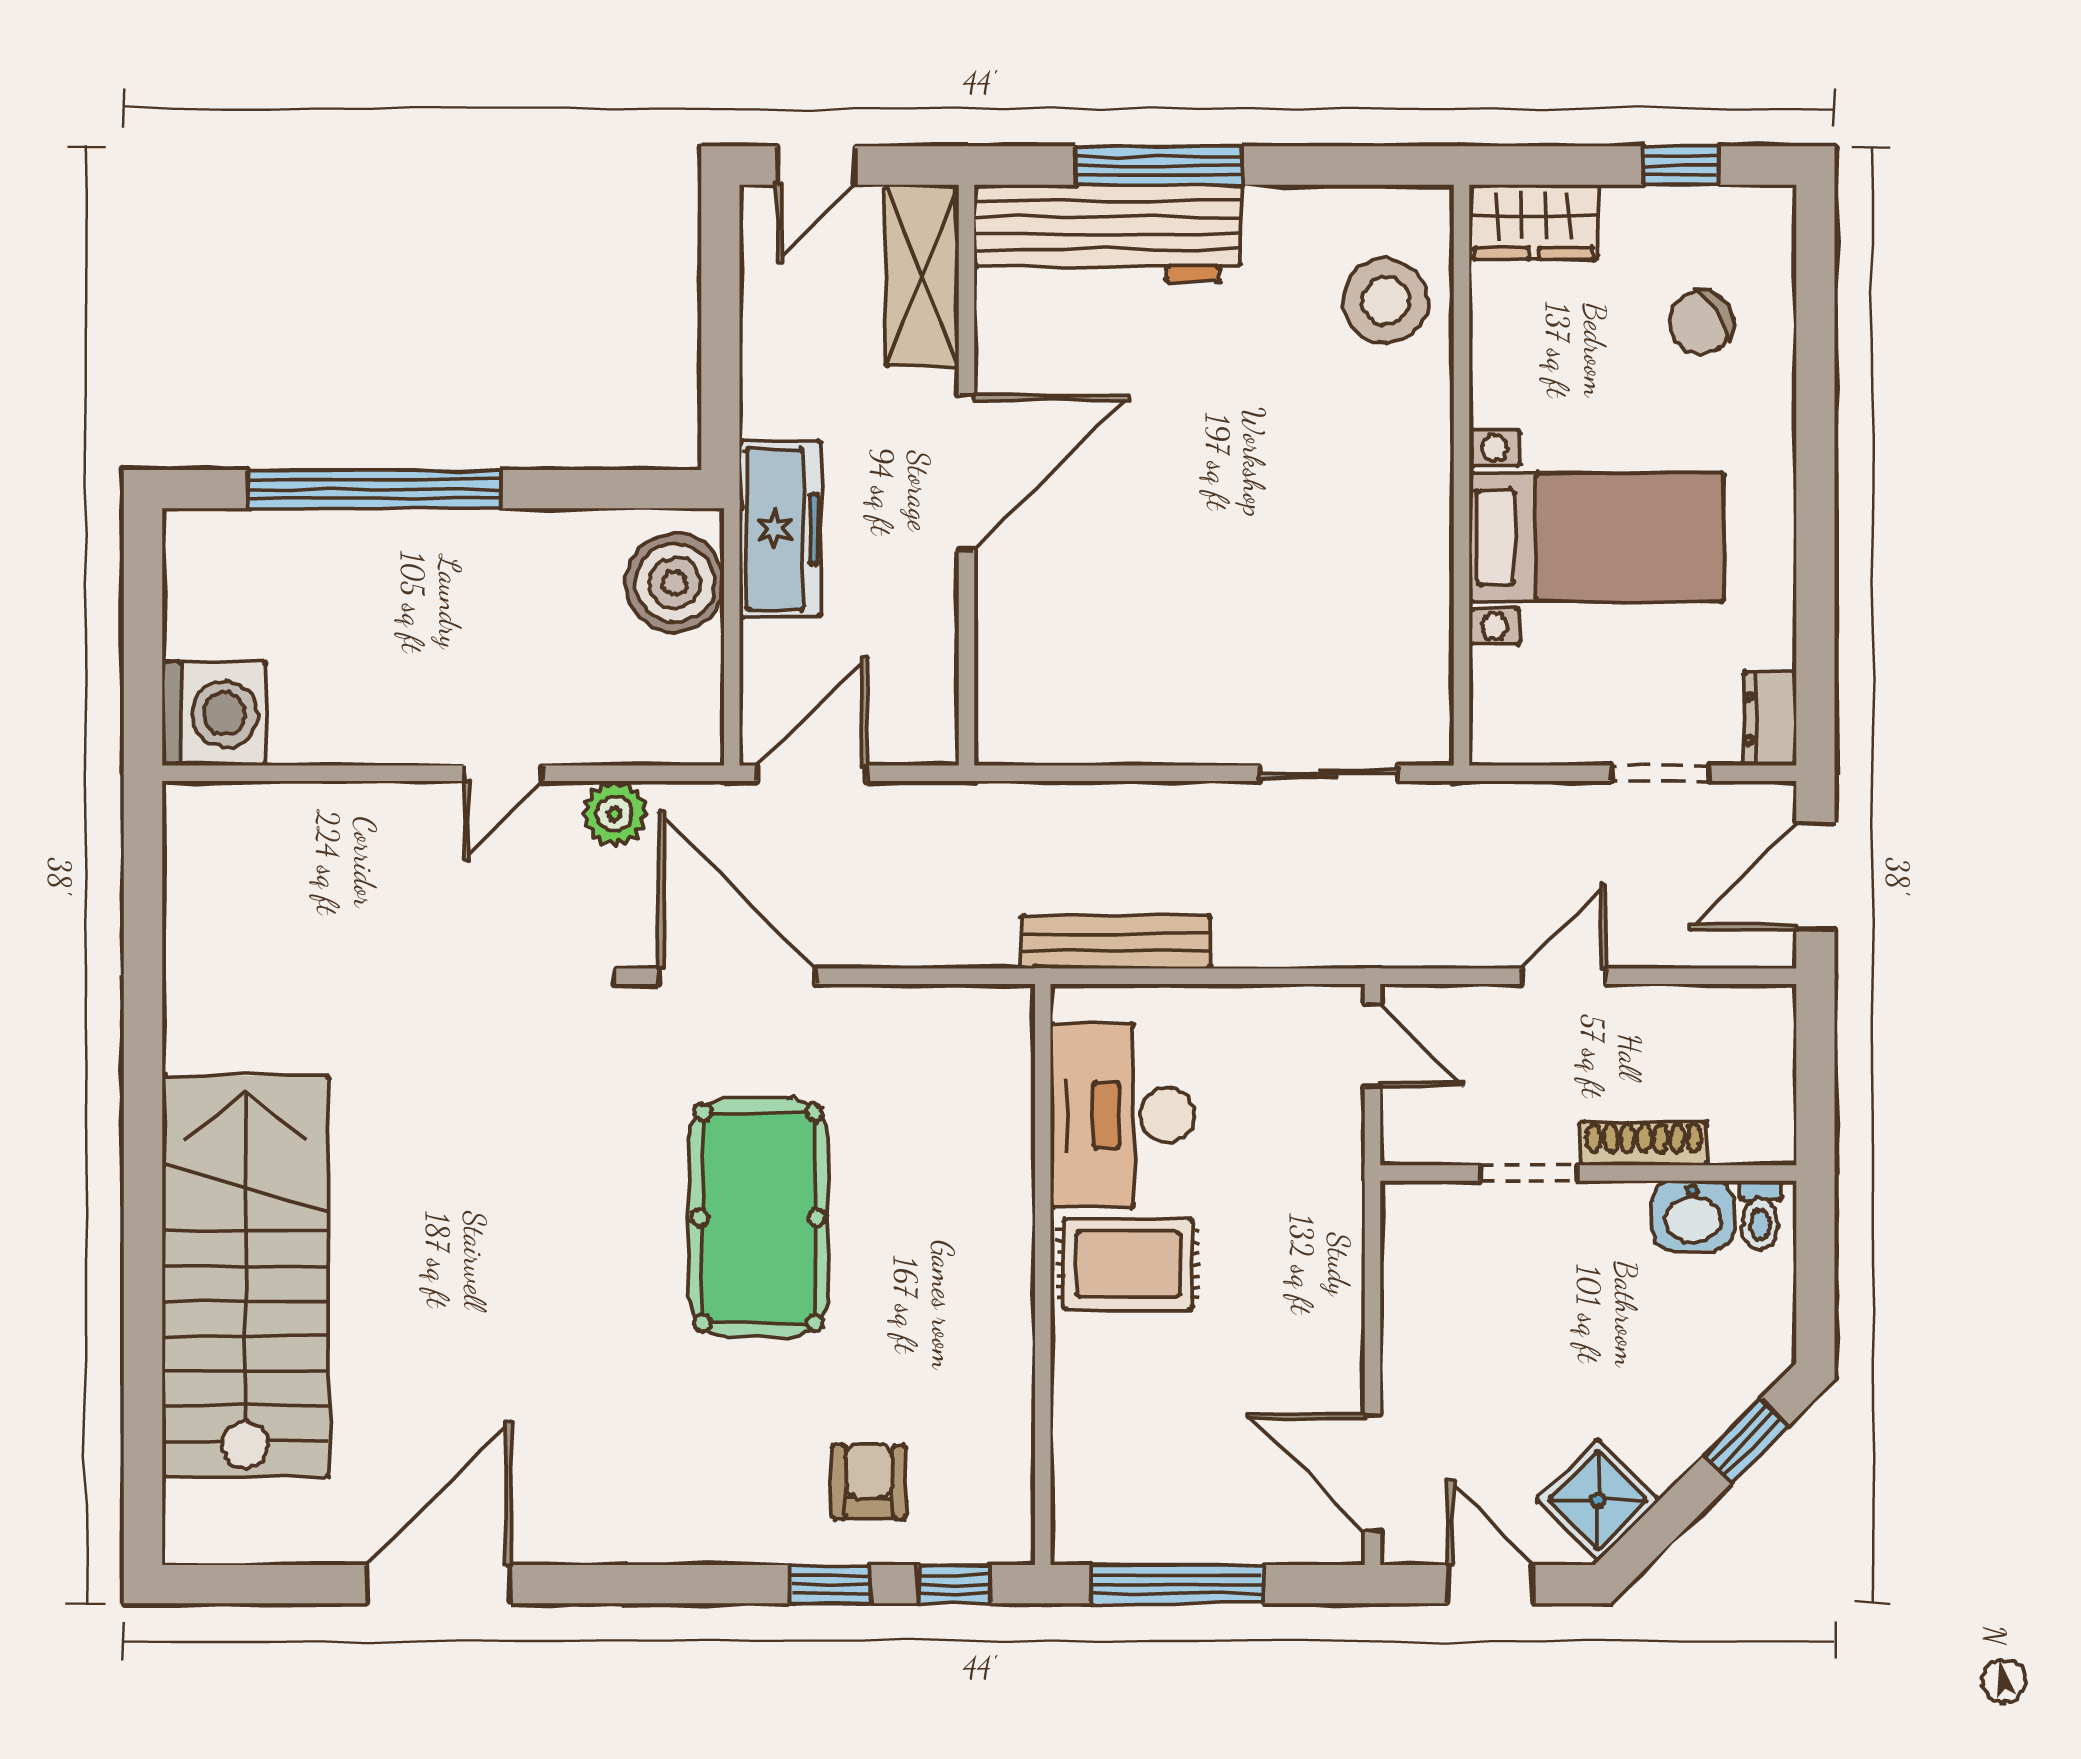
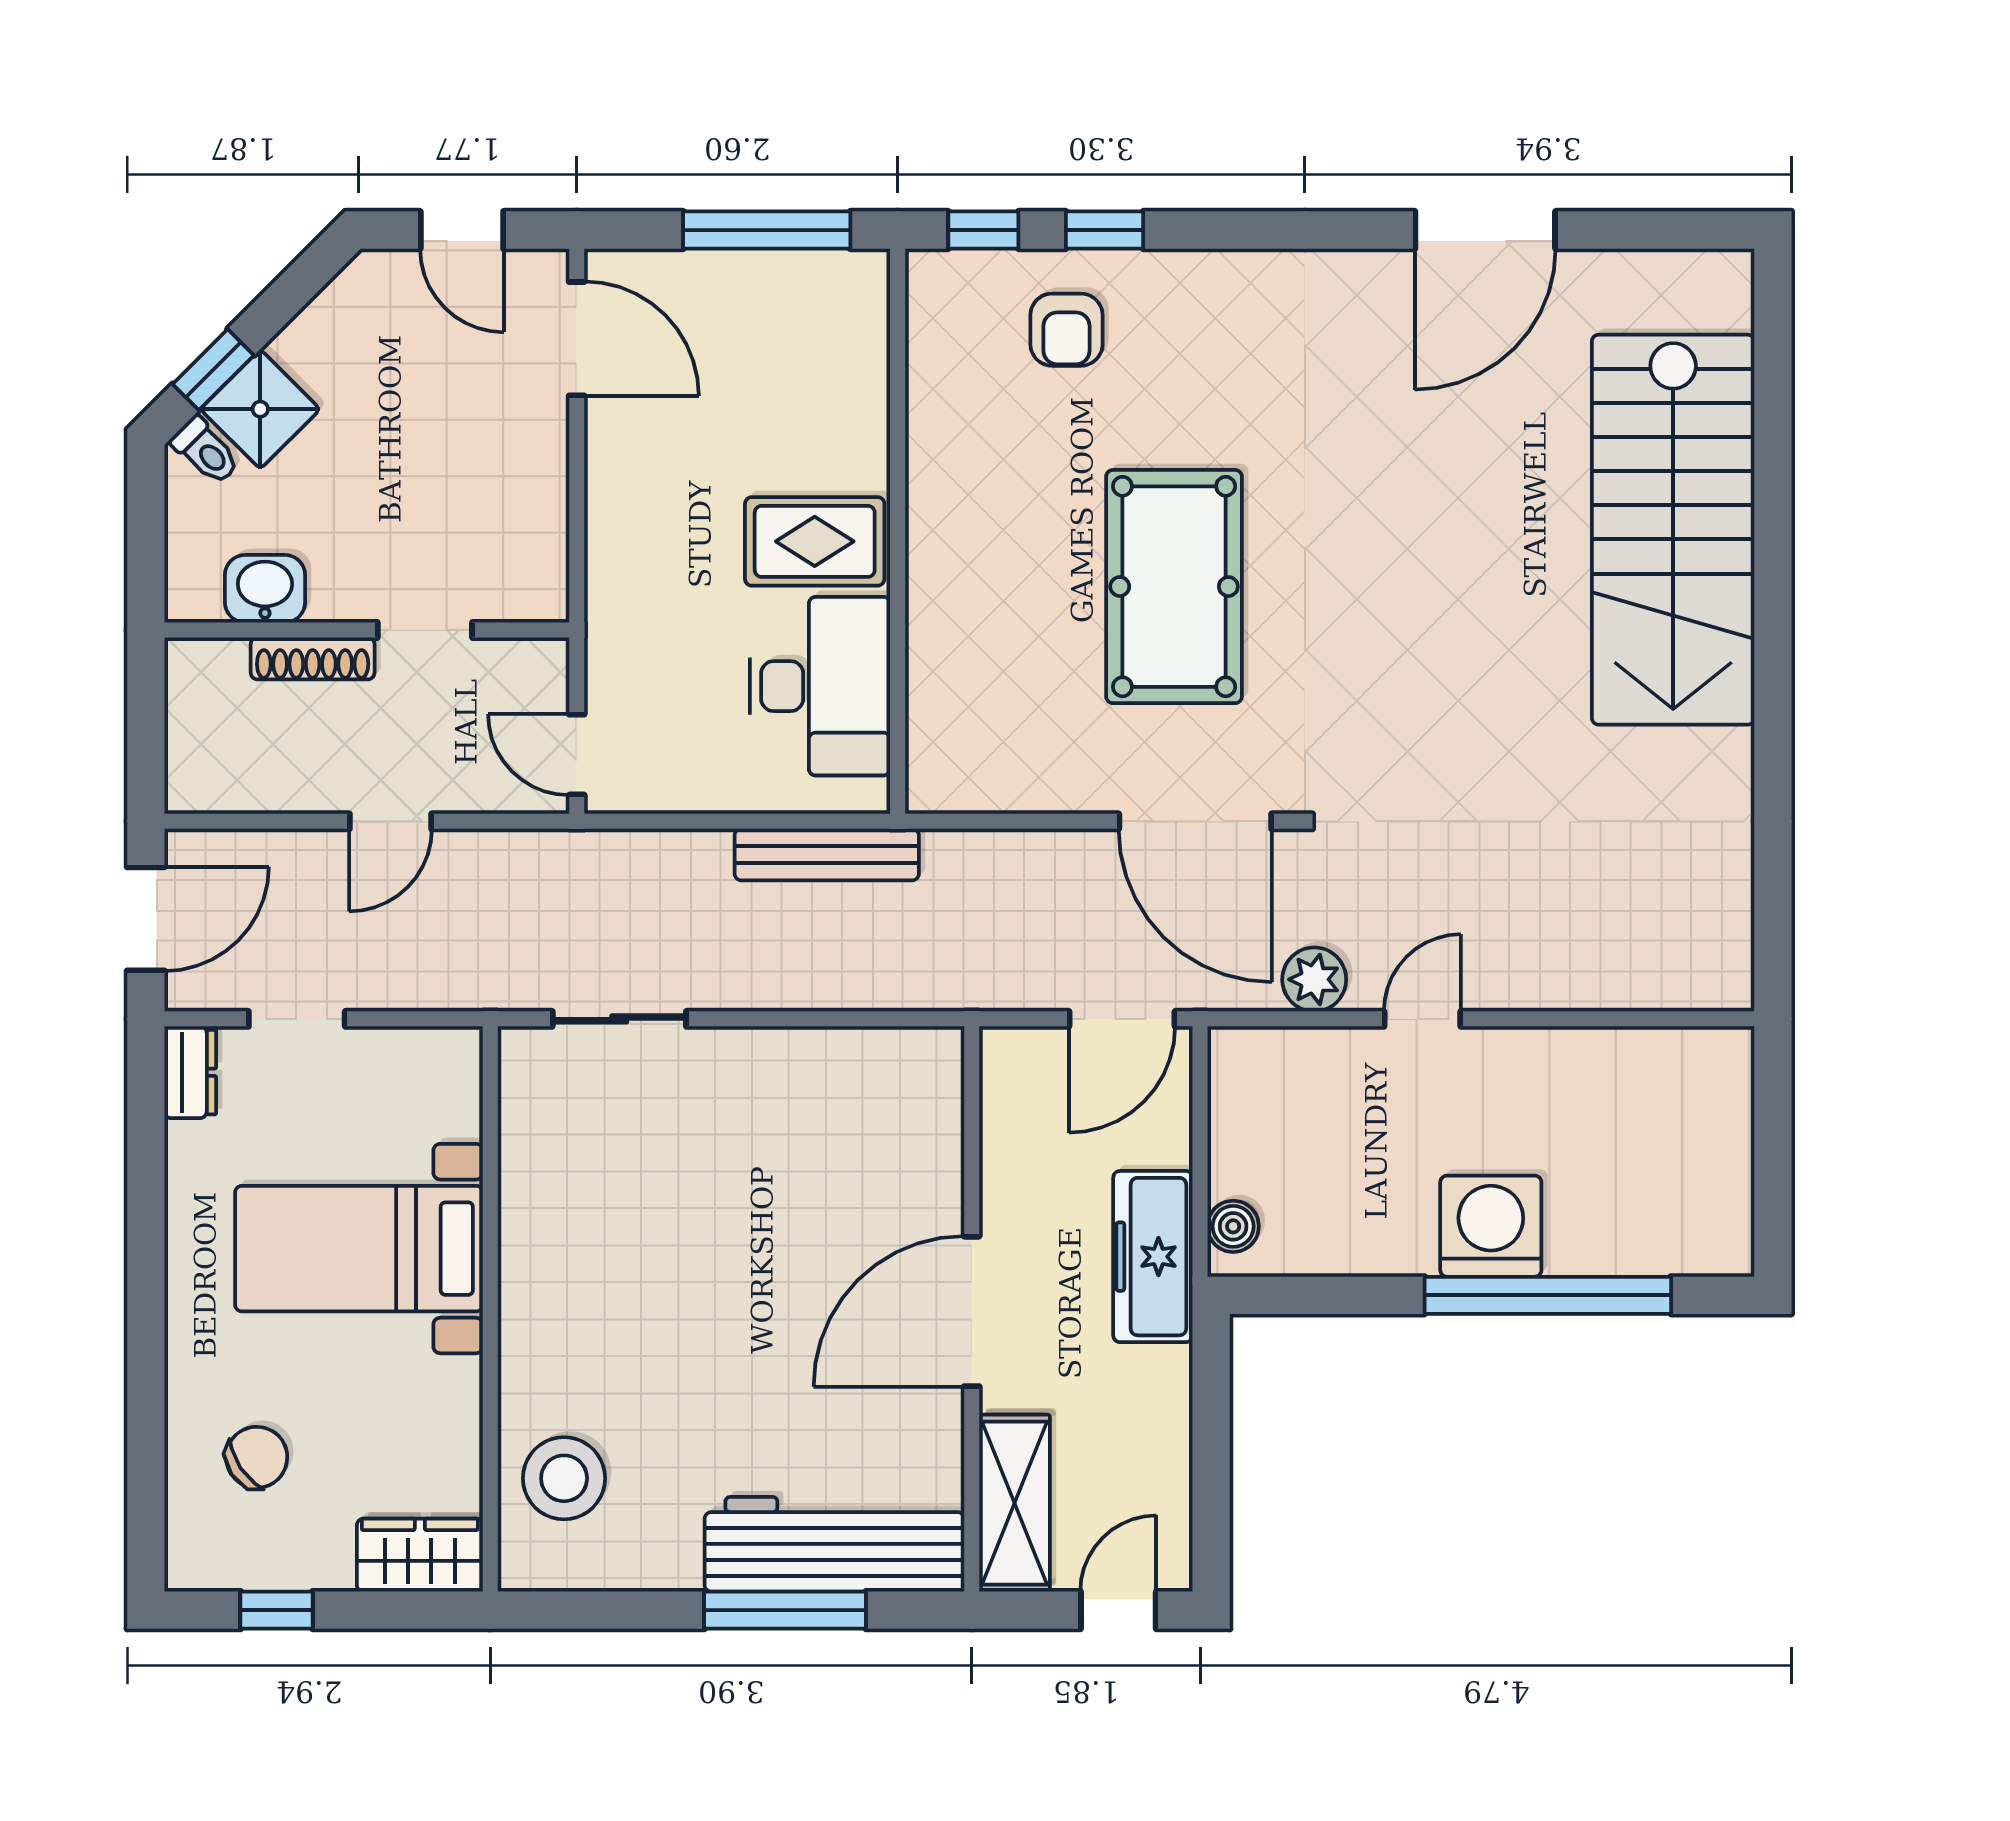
boiler: (675, 583) -> (1233, 1226), width x0.54, depth x0.54
washing machine: (214, 714) -> (1491, 1226), moved, turned 90
toilet: (1760, 1215) -> (206, 451), moved, turned 135
shower: (1598, 1500) -> (260, 409), moved

